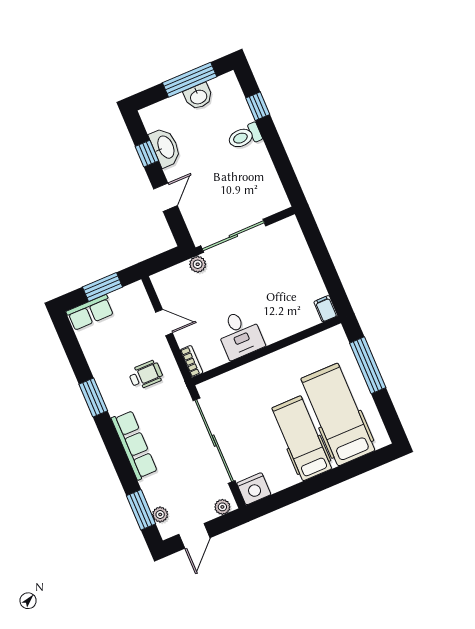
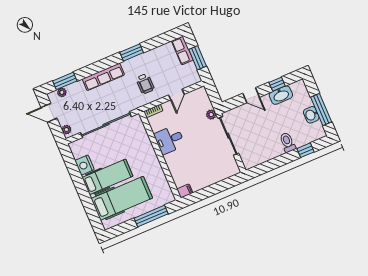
nightstand: (254, 489) -> (85, 165), moved

